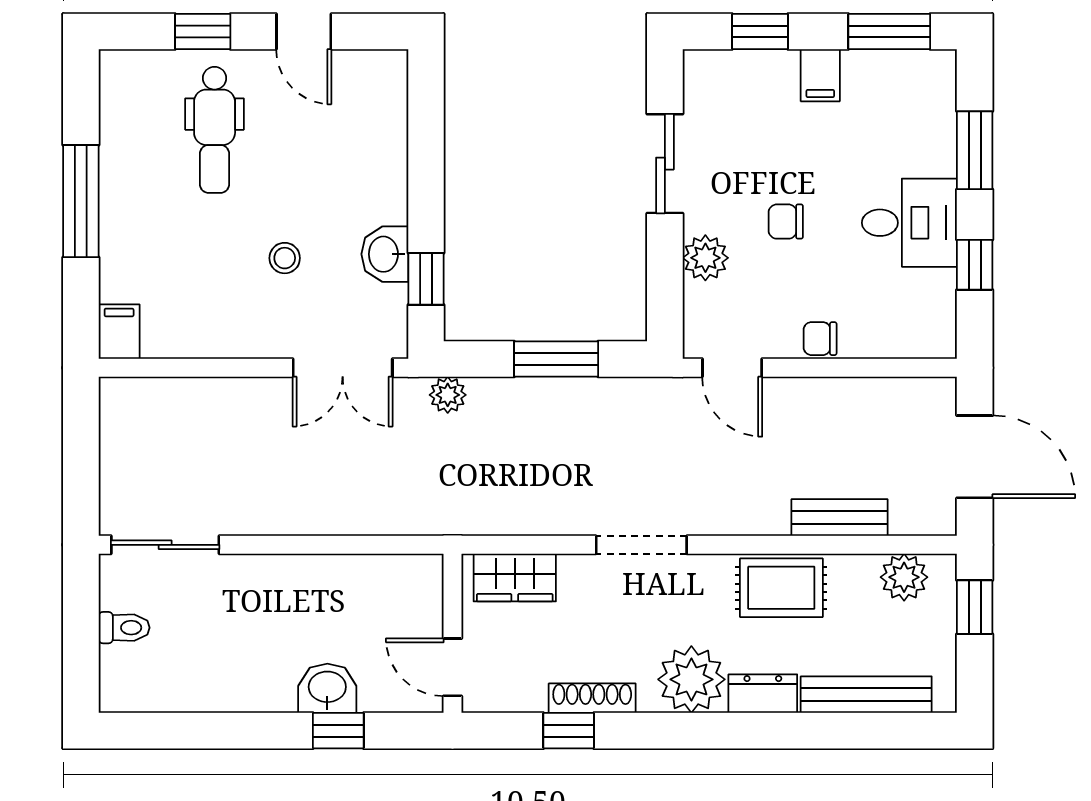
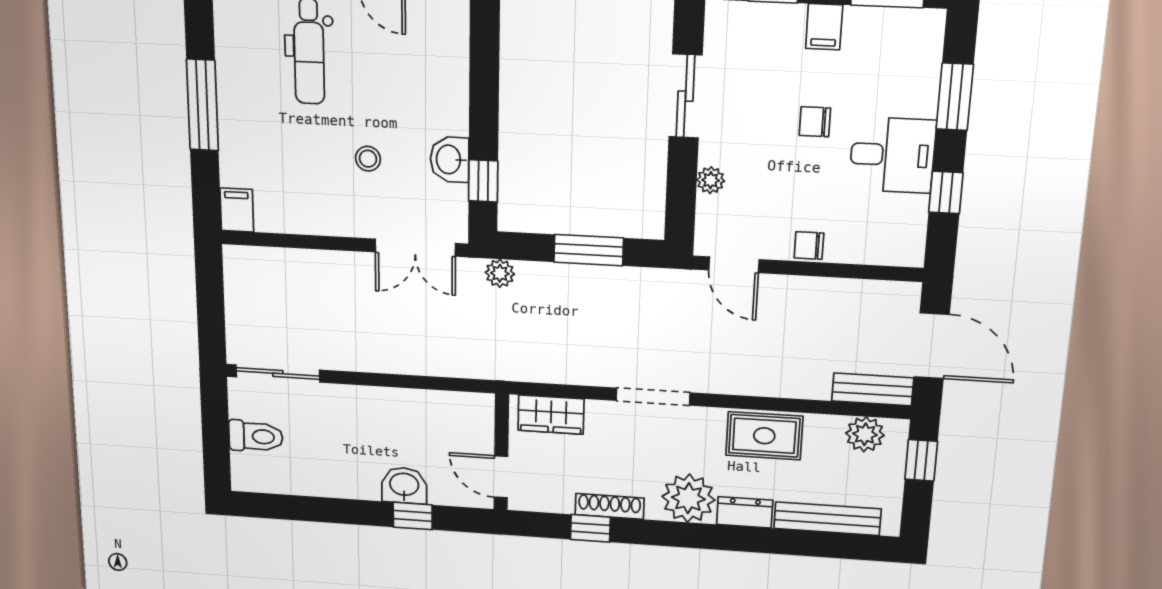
chair: (786, 222) -> (815, 122), moved
plant: (705, 258) -> (711, 180), width x0.73, depth x0.73
bench: (839, 518) -> (873, 389), moved
toilet: (124, 628) -> (256, 436), width x1.37, depth x1.39

